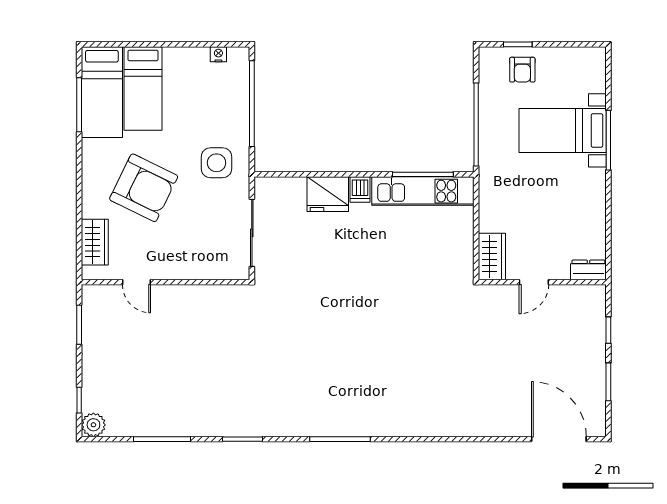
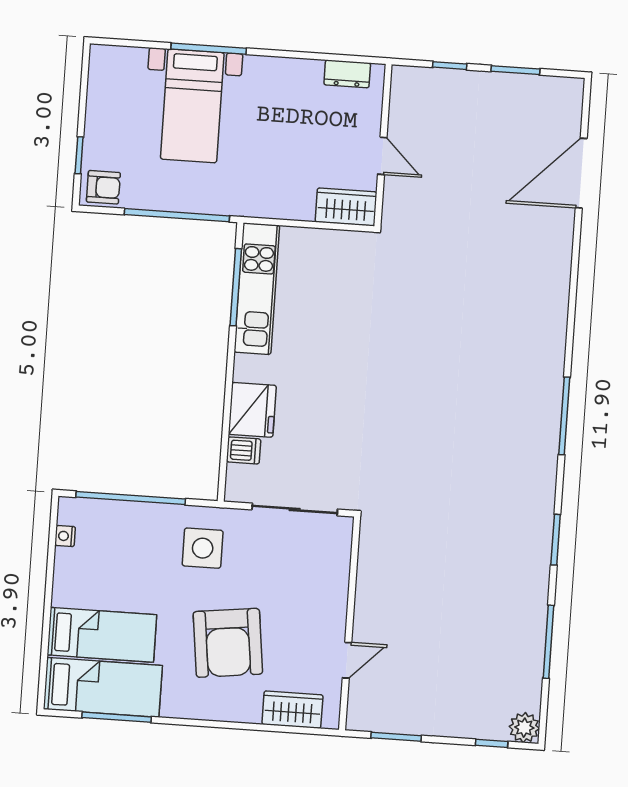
armchair: (522, 70) -> (103, 187), moved
armchair: (144, 188) -> (228, 643), turned 147
dishwasher: (360, 190) -> (244, 450), moved
dresser: (588, 270) -> (347, 74), moved, turned -90
door: (559, 439) -> (581, 173), moved

